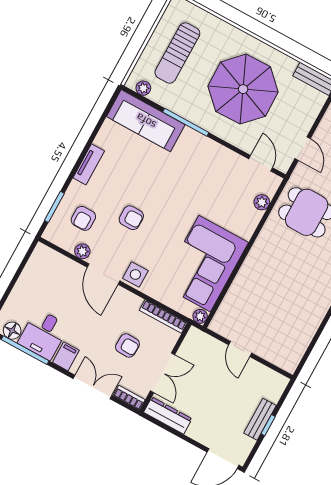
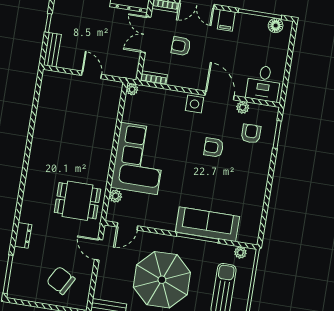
sofa: (146, 121) -> (207, 224), moved
door: (261, 163) -> (127, 226), hinge flipped
tv unit: (89, 164) -> (262, 177), removed
corner sofa: (205, 264) -> (139, 159), moved
bookcase: (163, 316) -> (154, 78), width x0.64
desk: (43, 334) -> (264, 83), moved, turned 180
bench: (260, 419) -> (52, 50), moved

